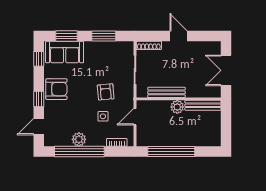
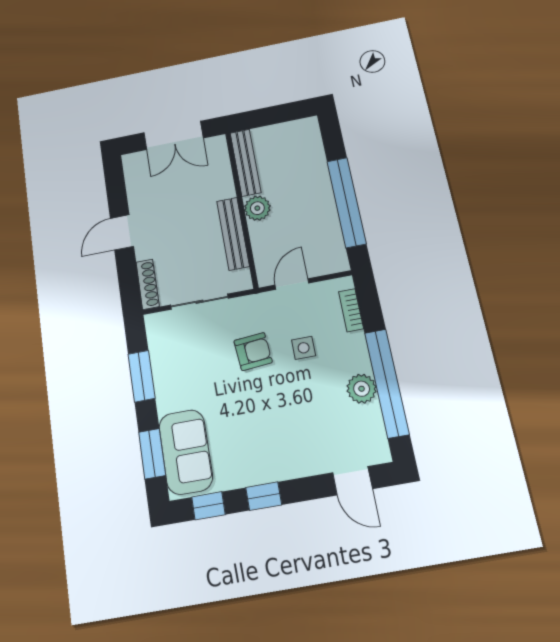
armchair: (56, 89) -> (265, 456), removed
window: (39, 99) -> (264, 496), moved
door: (135, 117) -> (292, 284), swing flipped

